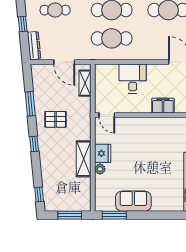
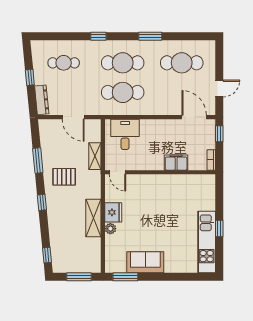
desk: (133, 79) -> (125, 134), moved
shelving: (85, 83) -> (95, 156), moved

